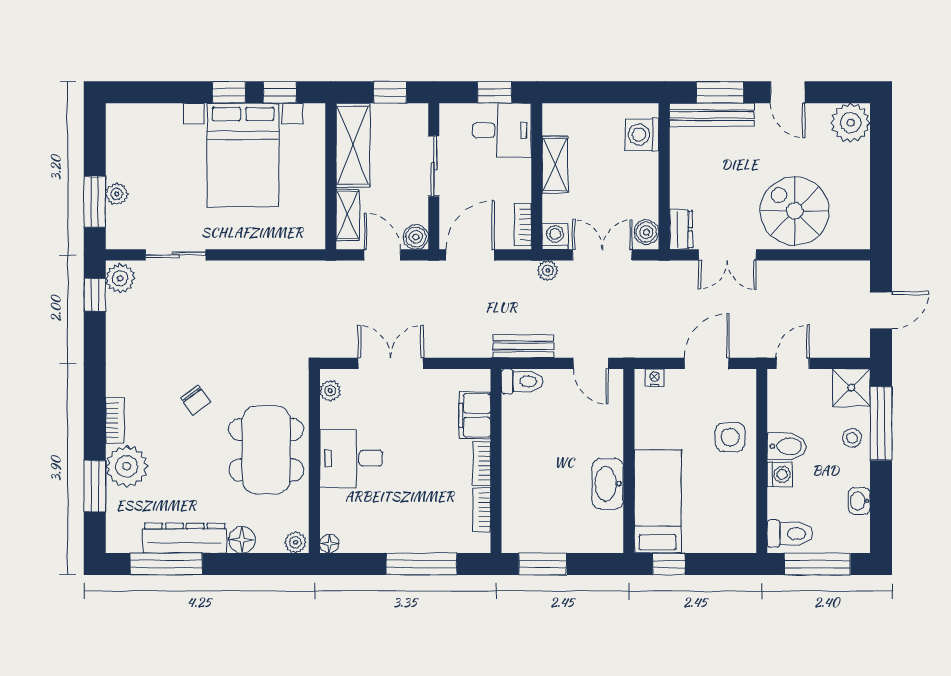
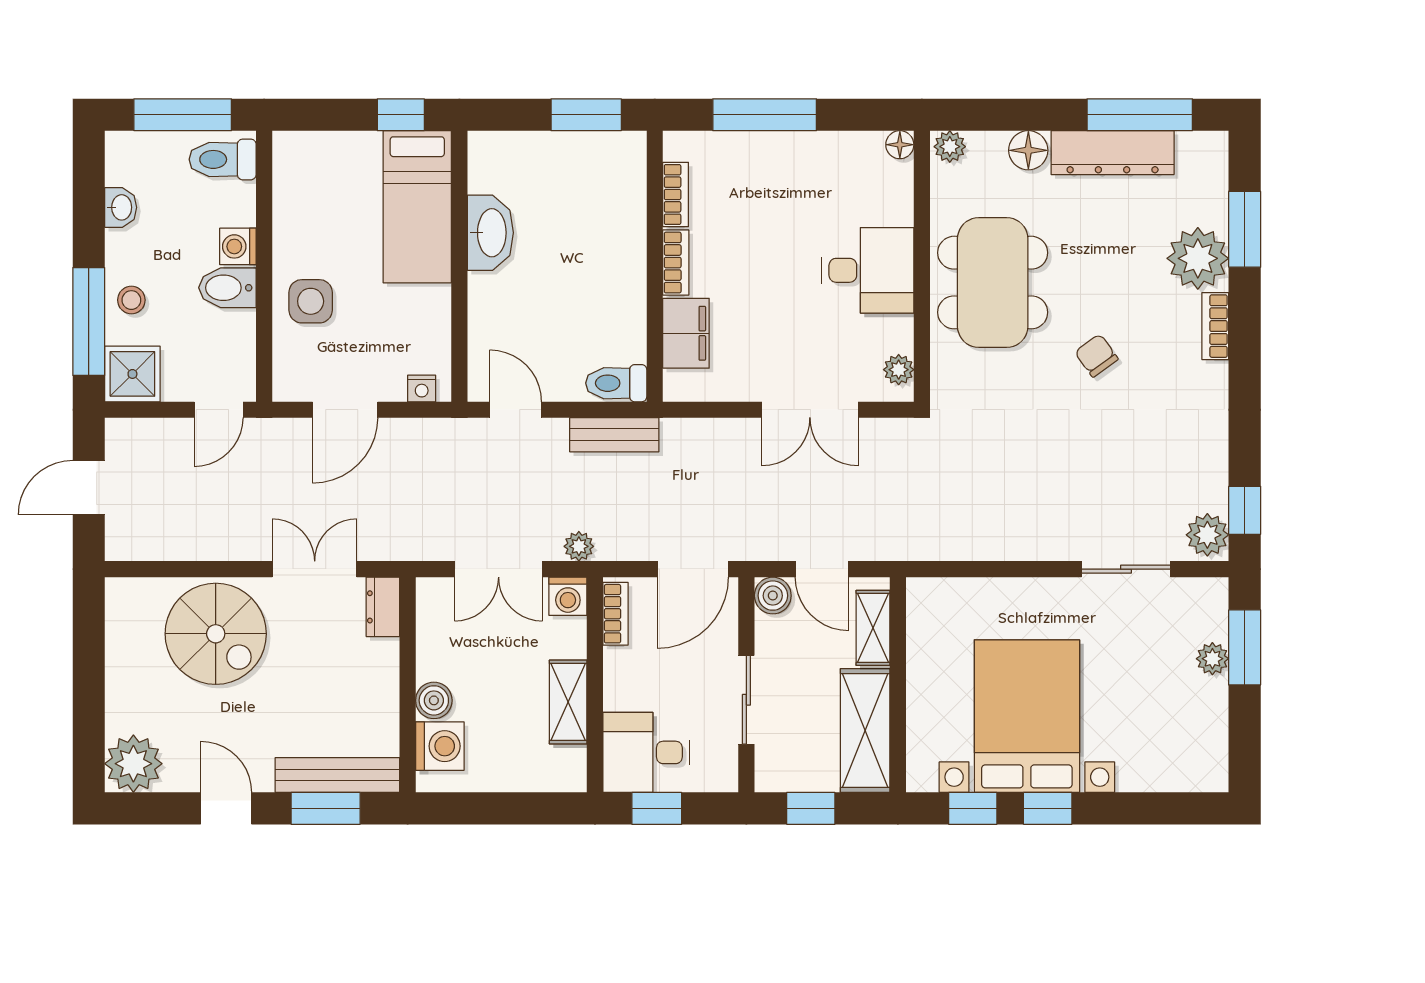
boiler: (646, 232) -> (434, 700), moved

